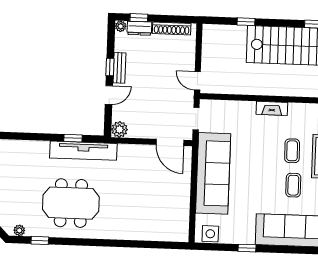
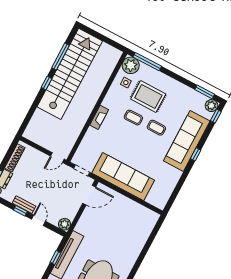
window: (246, 22) -> (46, 83), moved
side table: (210, 234) -> (162, 198), removed
window: (247, 248) -> (196, 154), moved

